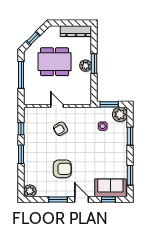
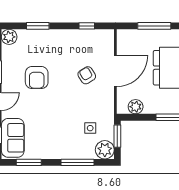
plant: (86, 66) -> (136, 107), moved
door: (57, 106) -> (115, 71), width x1.87
window: (130, 136) -> (78, 162), width x1.44
window: (21, 154) -> (38, 26), moved

